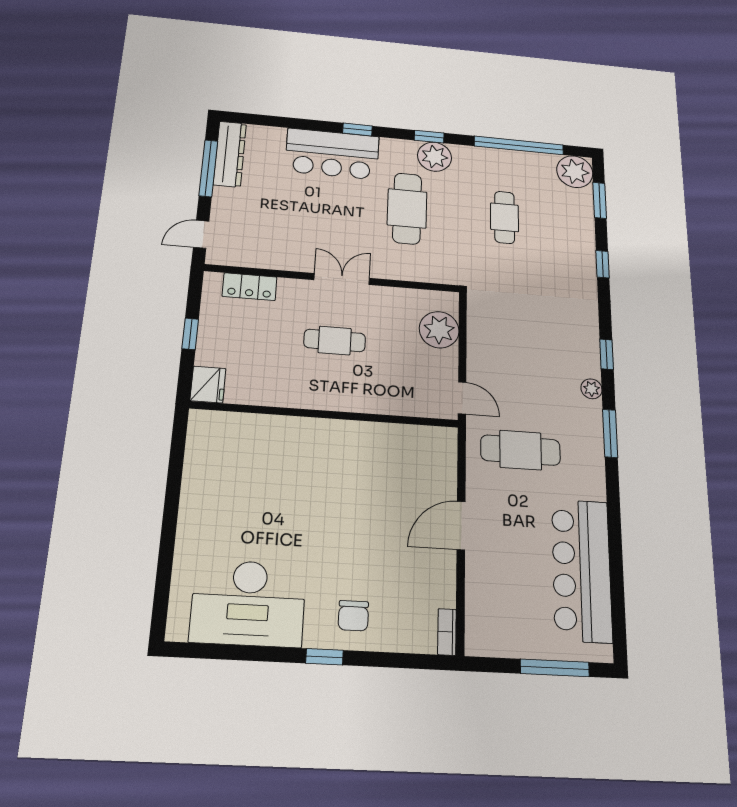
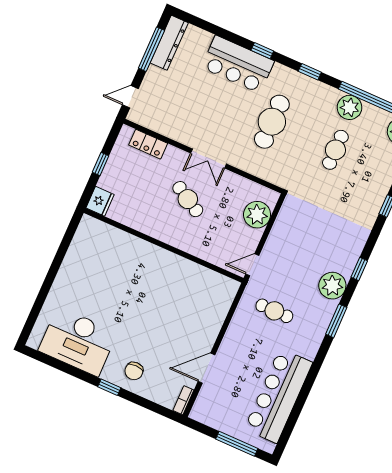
plant: (435, 157) -> (350, 107), moved
double door: (342, 279) -> (209, 158), swing flipped
cafe table: (335, 340) -> (188, 199), turned 30
plant: (591, 389) -> (332, 286), width x1.88, depth x1.88
door: (462, 398) -> (252, 265), swing flipped
cafe table: (521, 450) -> (274, 311), width x0.73, depth x0.74
door: (461, 525) -> (207, 368), moved

